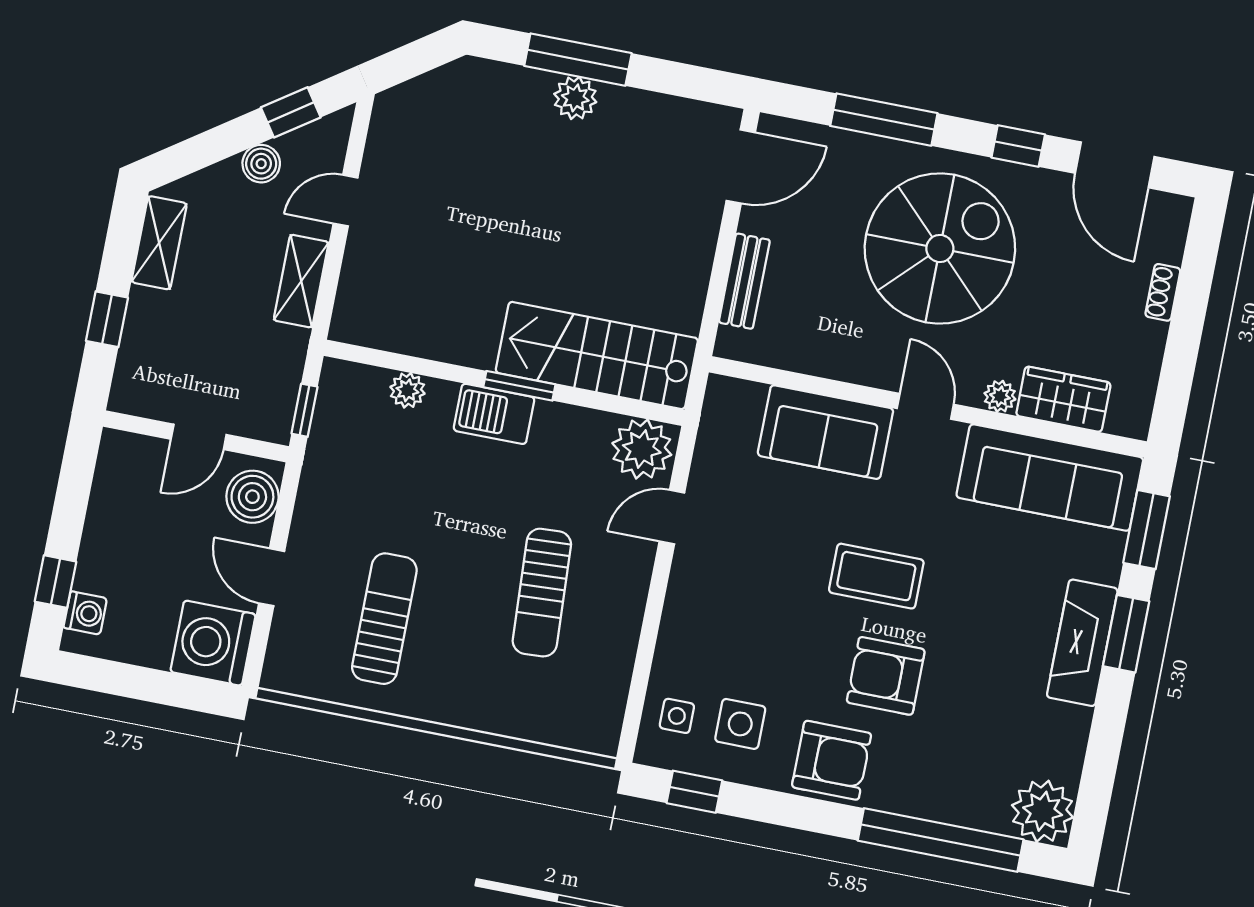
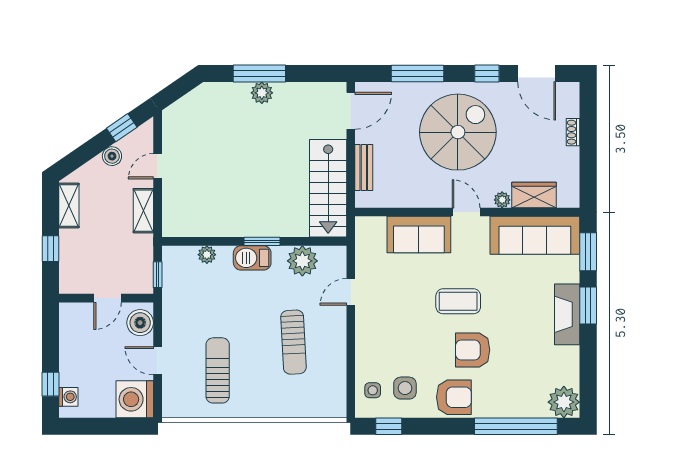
stairs: (597, 355) -> (328, 188), moved, turned -90
plant: (642, 449) -> (302, 261), moved

